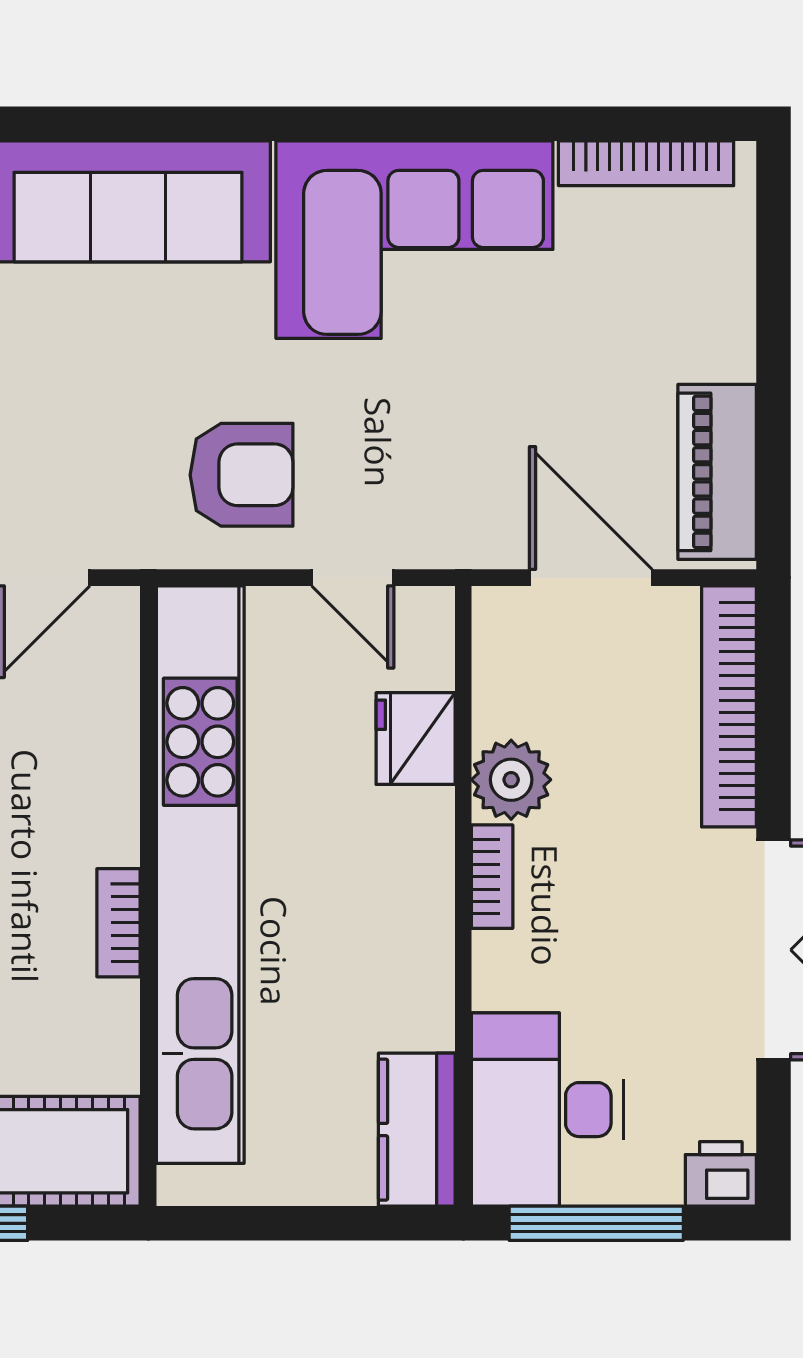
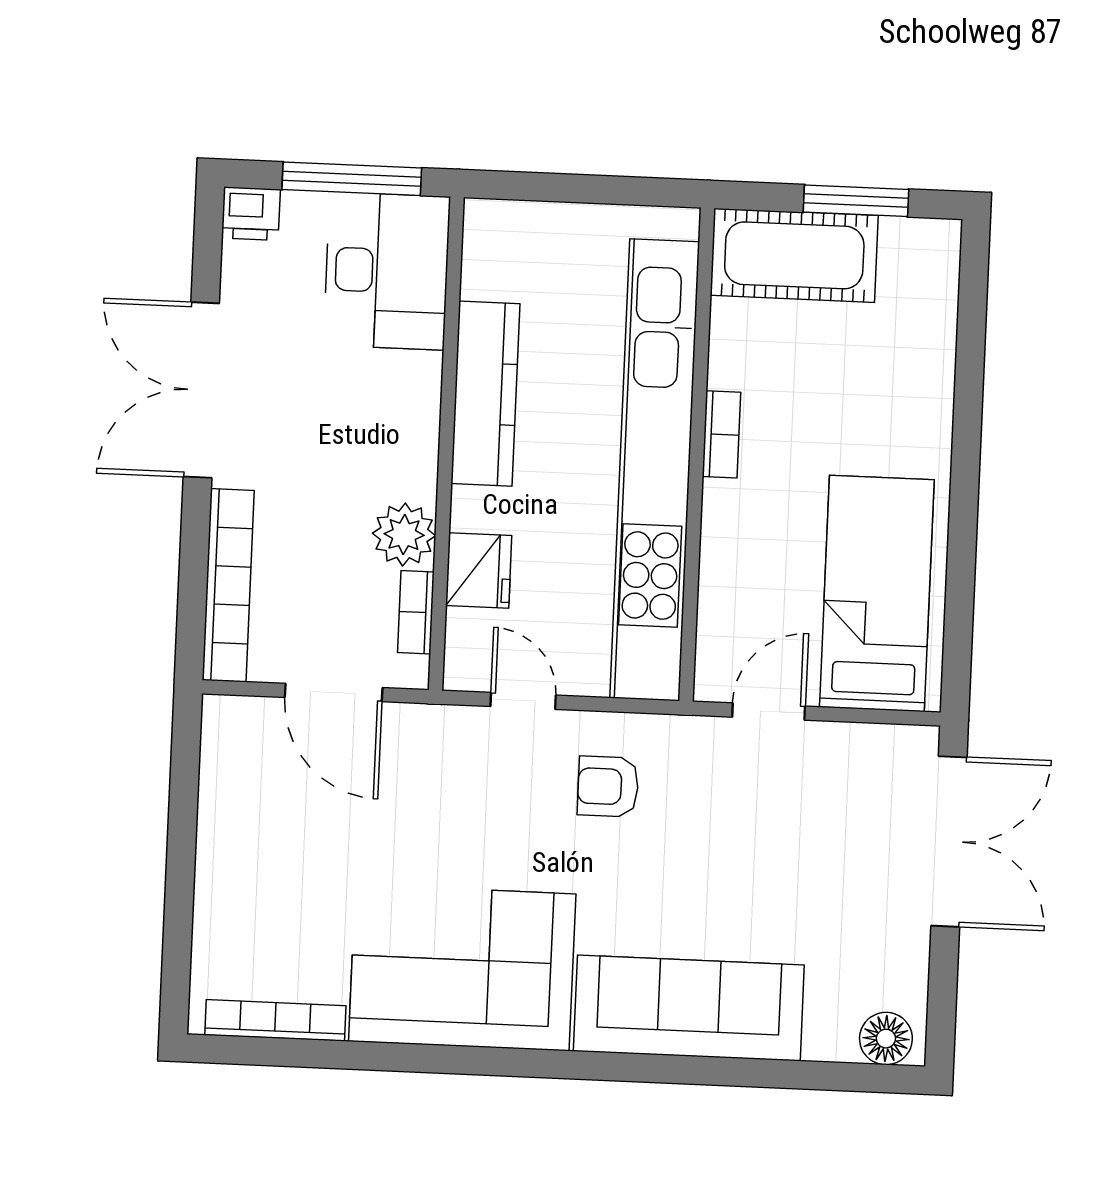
piano: (717, 472) -> (229, 772), removed
armchair: (242, 475) -> (608, 787), width x0.72, depth x0.72
bookcase: (492, 877) -> (416, 612), moved
kitchen counter: (417, 1130) -> (485, 394), moved, width x1.50

